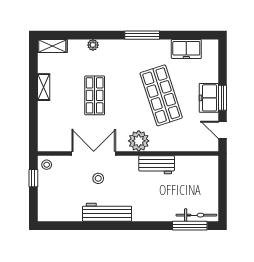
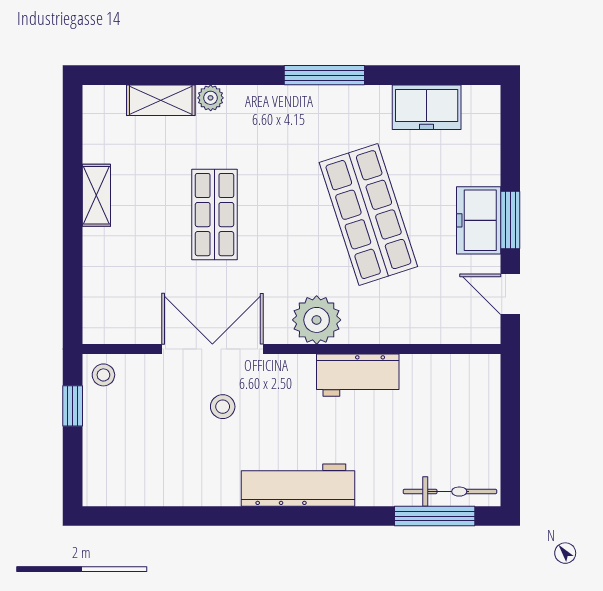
shelving: (52, 46) -> (161, 100), moved
workbench: (107, 212) -> (298, 485), moved

